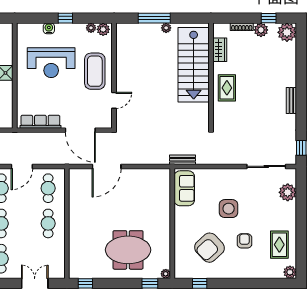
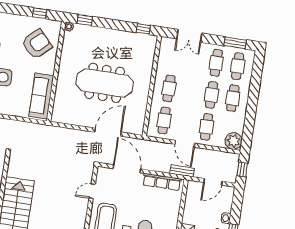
bench: (182, 160) -> (182, 171), moved
door: (22, 166) -> (185, 144), swing flipped
sofa: (184, 188) -> (41, 96), width x1.36
armchair: (209, 248) -> (37, 44), moved
meeting table: (128, 250) -> (105, 83), moved, width x1.36

